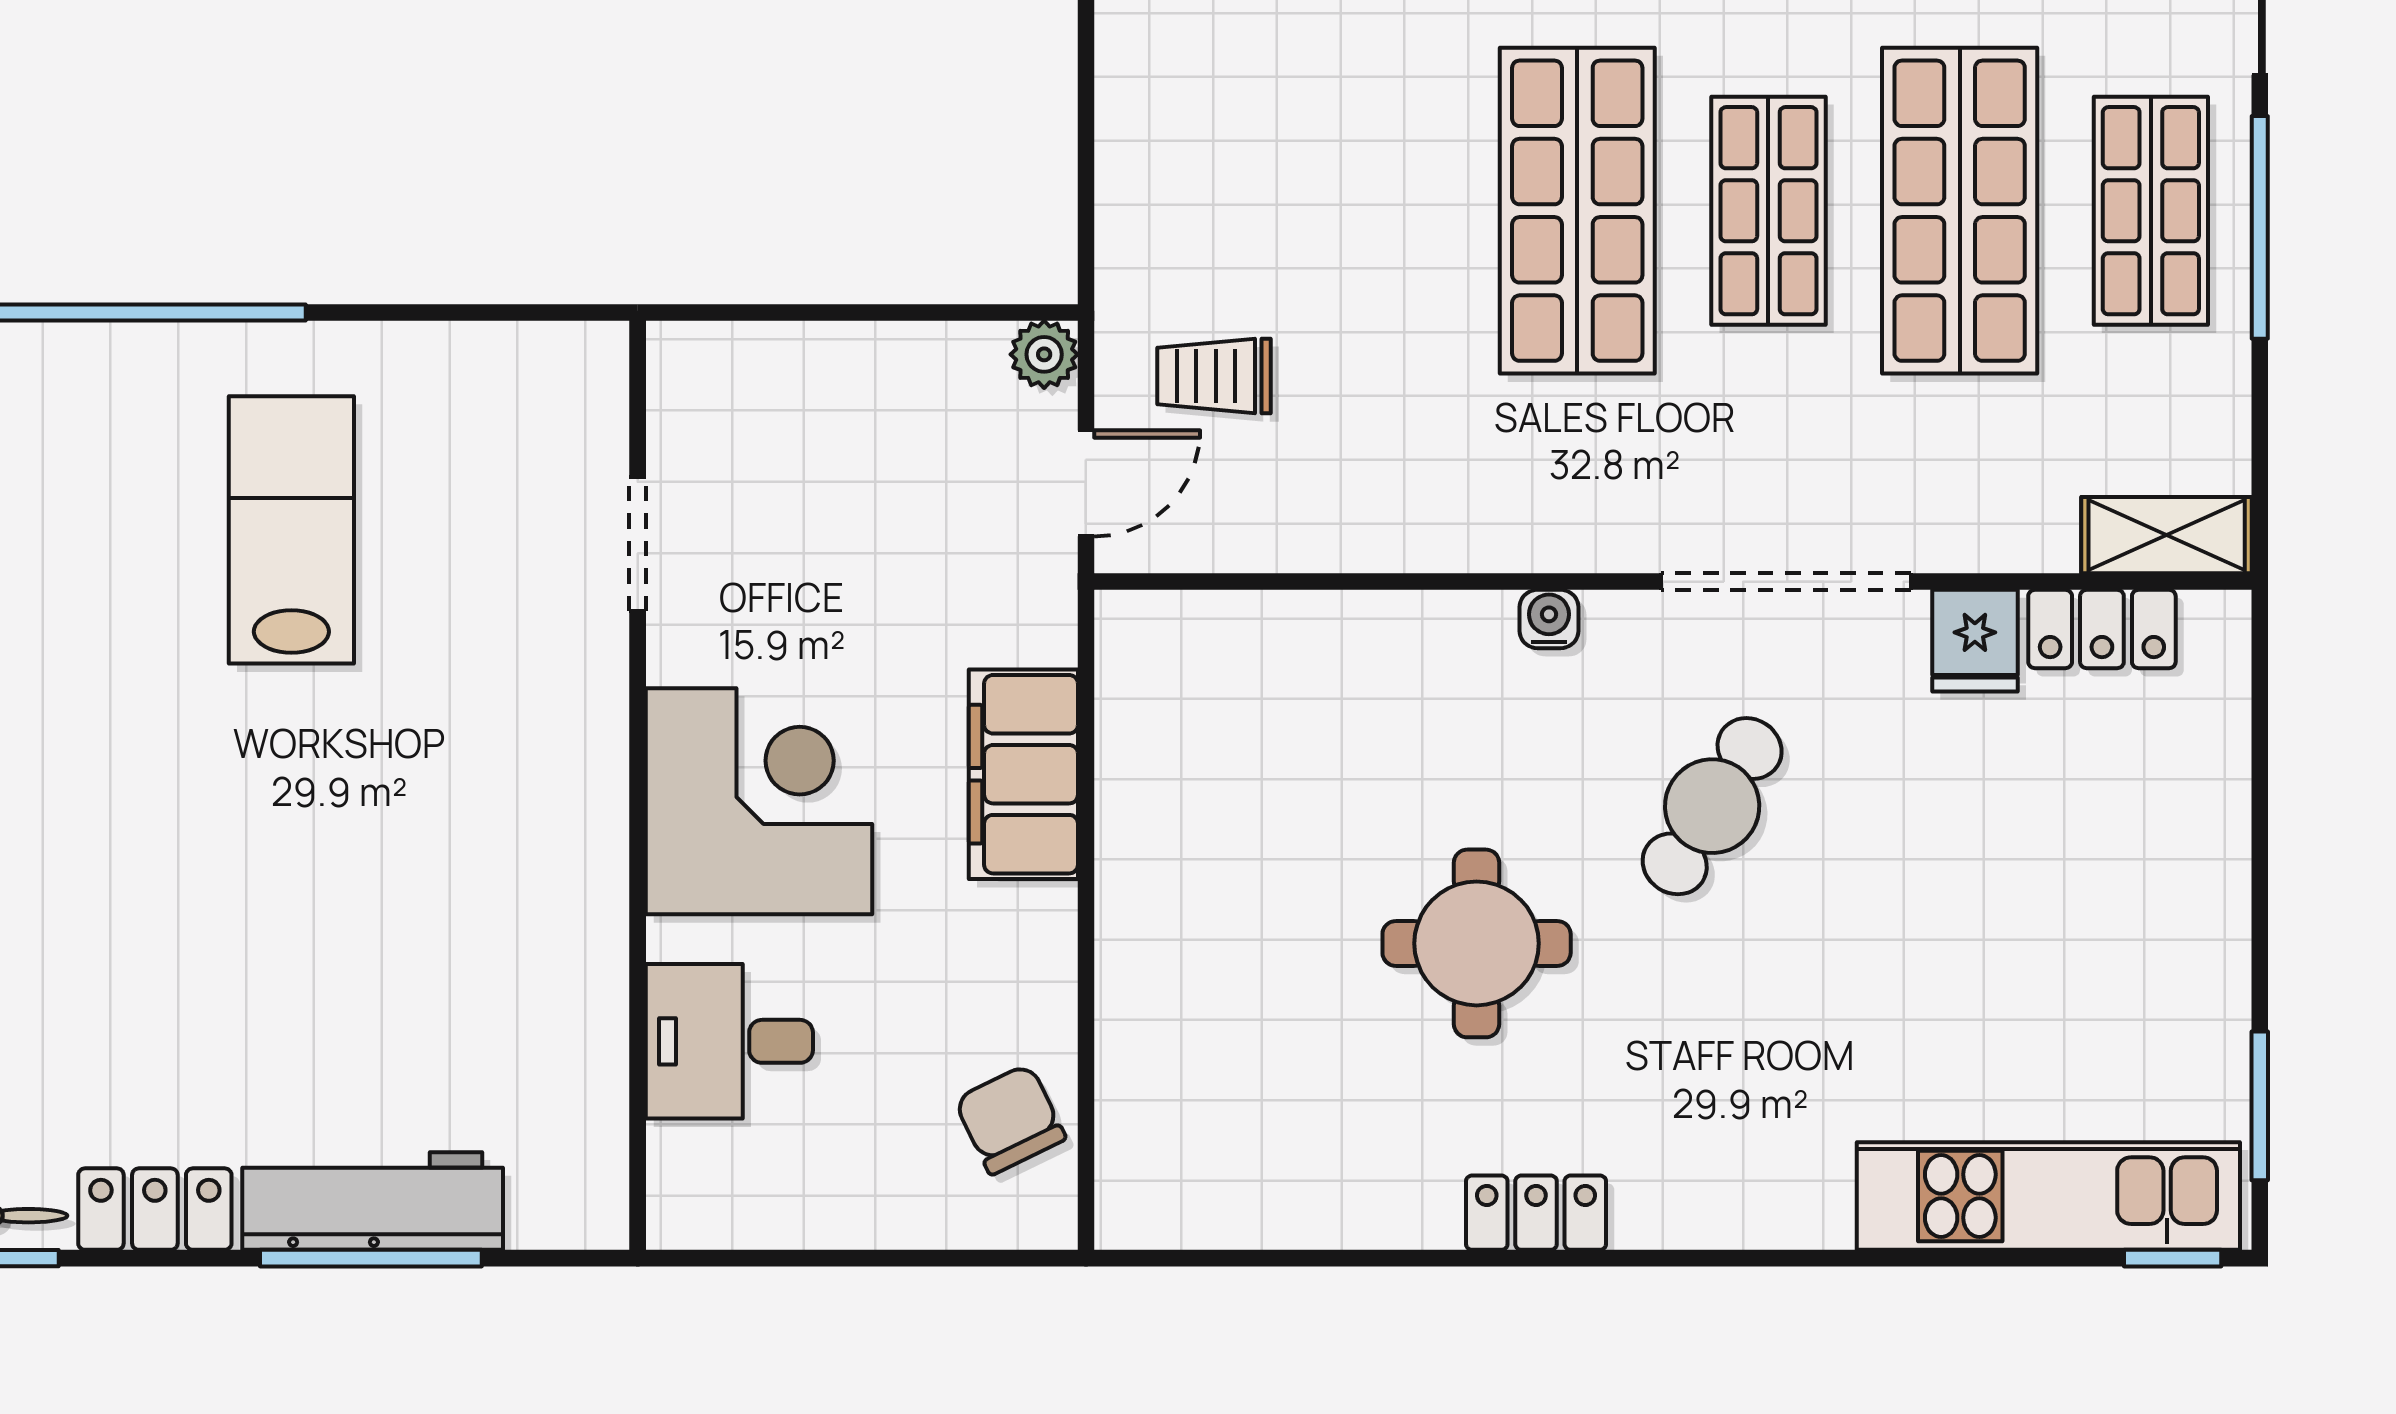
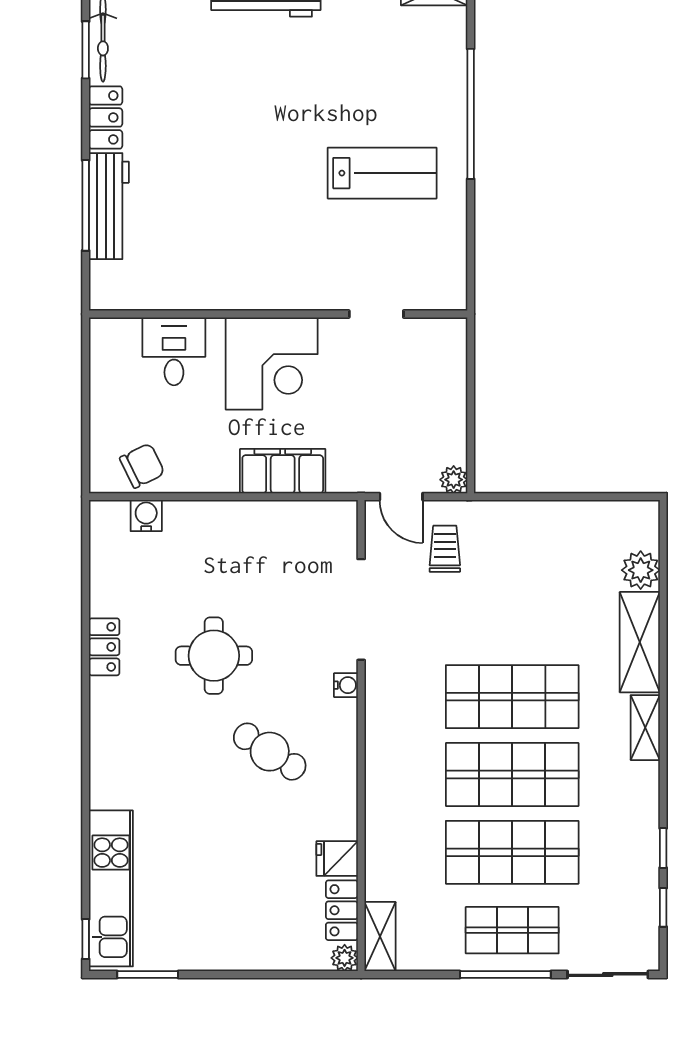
shop shelf: (1768, 211) -> (512, 774), width x1.43, depth x1.36
doorway: (1786, 582) -> (361, 609), moved
plant: (2219, 622) -> (345, 958), added
water cooler: (1132, 1110) -> (146, 516), added
locker: (1536, 1213) -> (104, 647), moved

